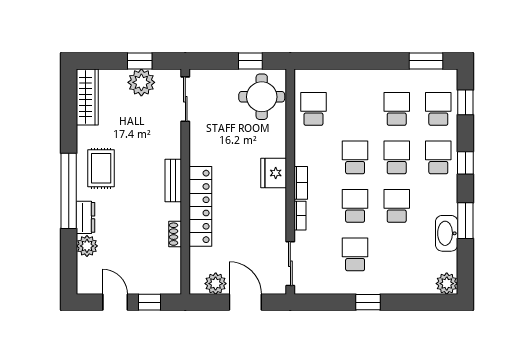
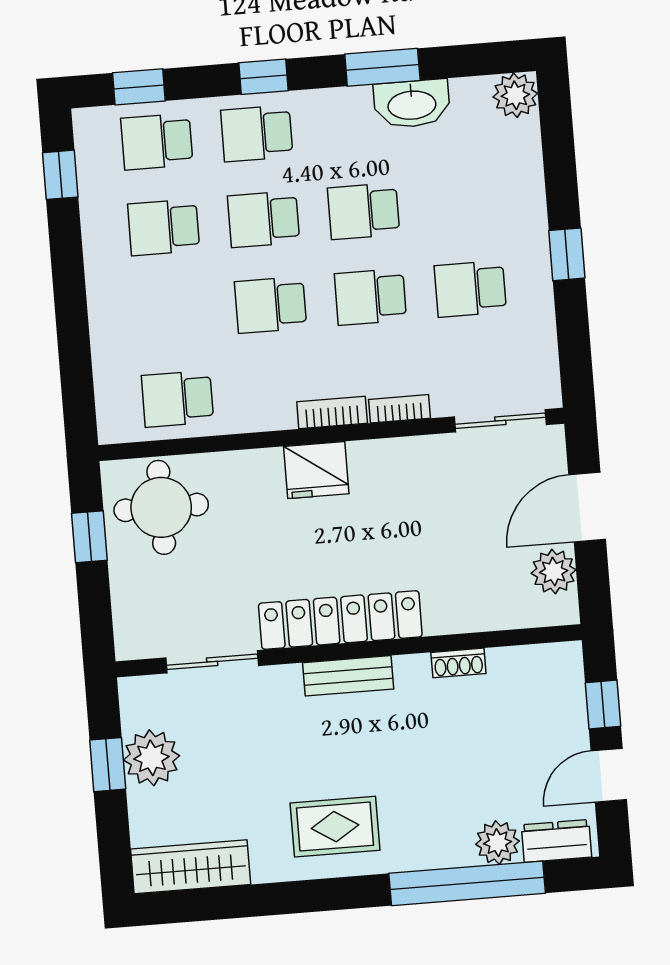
window: (426, 61) -> (60, 175), width x0.67
sliding door: (185, 99) -> (212, 662), moved
window: (69, 191) -> (467, 883), moved
locker: (200, 206) -> (340, 620), moved
dresser: (86, 217) -> (557, 841), moved

